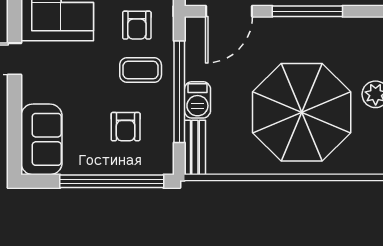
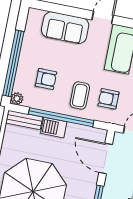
armchair: (126, 127) -> (46, 79), turned 180
sofa: (41, 139) -> (65, 28), moved
plant: (164, 165) -> (17, 99), added

